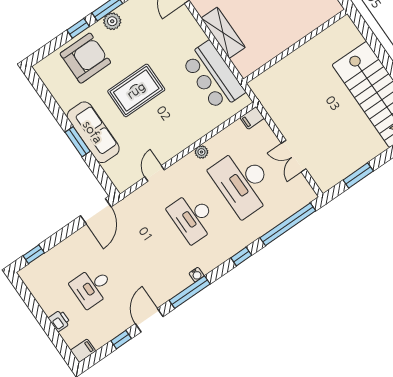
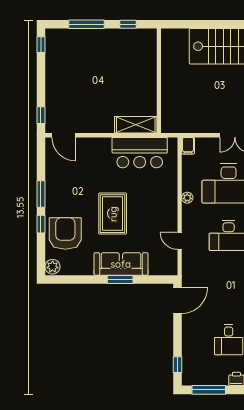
plant: (112, 21) -> (53, 267), moved
shelving: (223, 33) -> (136, 125), moved
door: (96, 211) -> (178, 300), hinge flipped
window: (30, 301) -> (209, 390), added

